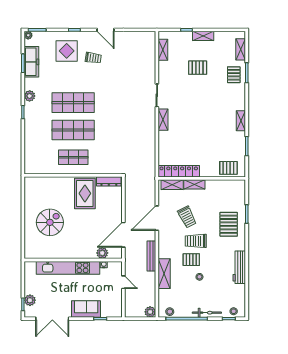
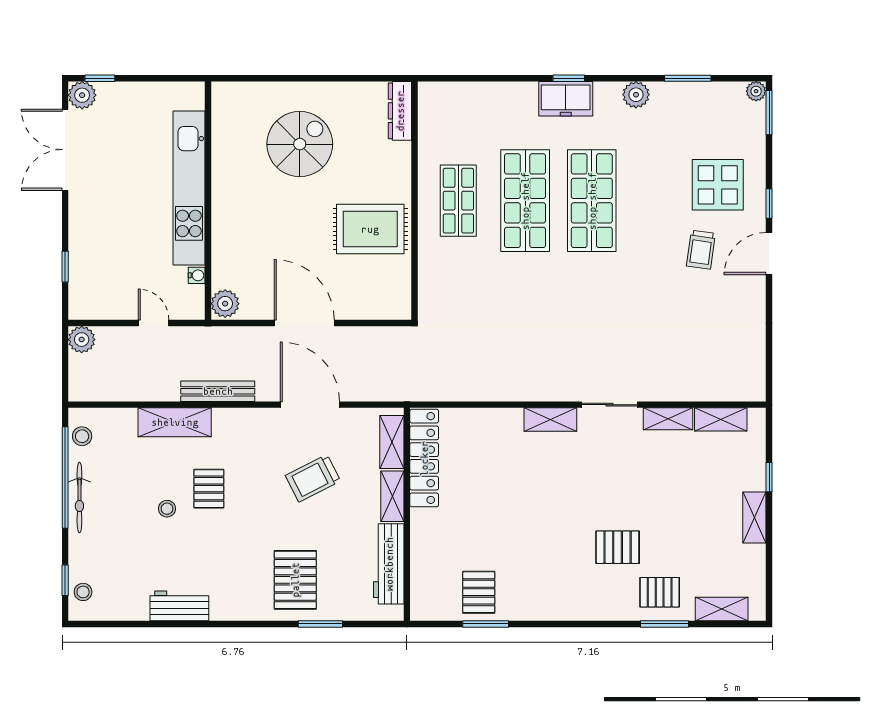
door: (106, 30) -> (769, 254), moved
freezer: (31, 62) -> (566, 99), moved, width x0.71
pallet: (198, 68) -> (618, 547), moved, turned 90
plant: (30, 96) -> (636, 95), moved
shelving: (241, 121) -> (668, 419), moved
pallet: (228, 168) -> (479, 592), moved
dresser: (109, 181) -> (400, 111), moved
workbench: (222, 186) -> (389, 564), added
spiral stairs: (50, 222) -> (300, 144), turned -90
pallet: (229, 224) -> (295, 580), turned 90
door: (123, 235) -> (304, 323), moved
trolley: (196, 241) -> (255, 500), removed
plant: (102, 253) -> (225, 304), moved
workbench: (239, 267) -> (179, 606), width x0.73
door: (123, 282) -> (154, 323), swing flipped
plant: (30, 300) -> (82, 95), moved
sofa: (86, 309) -> (88, 232), removed
plant: (150, 312) -> (82, 340), moved
bicycle: (207, 313) -> (79, 497), moved

